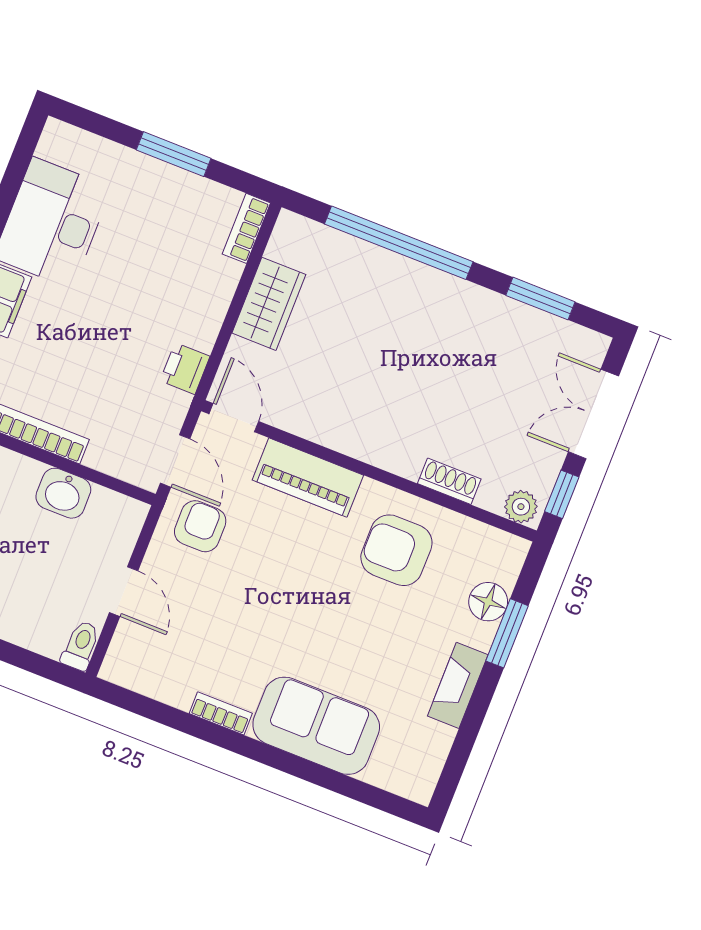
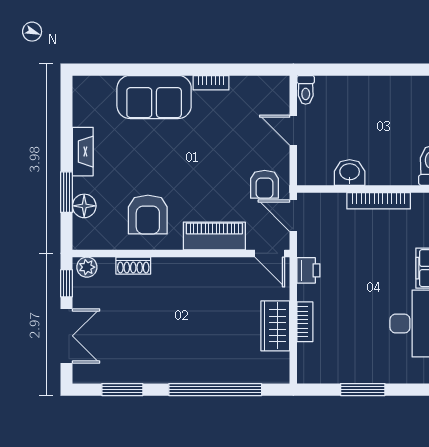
bookcase: (246, 228) -> (305, 322), moved
armchair: (396, 550) -> (148, 215), turned 90

